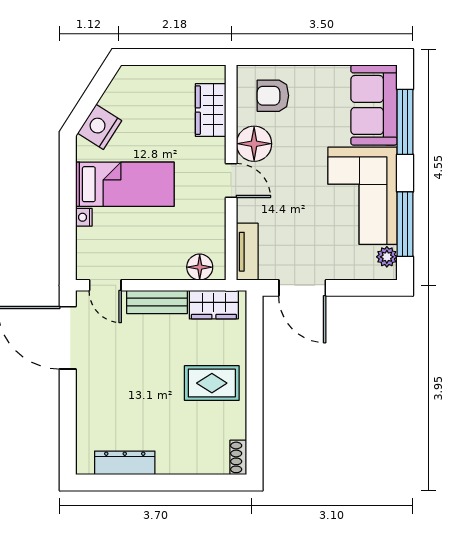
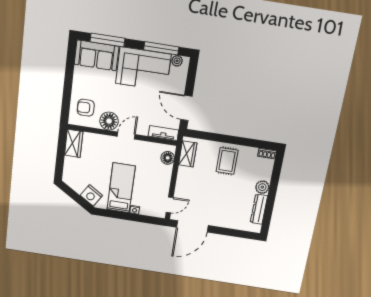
armchair: (273, 96) -> (86, 108), turned 90
wardrobe: (211, 110) -> (74, 143), moved, turned -90
door: (302, 288) -> (186, 108), swing flipped
bench: (157, 302) -> (182, 181), removed
plant: (171, 461) -> (262, 187), added

